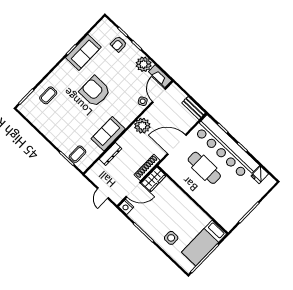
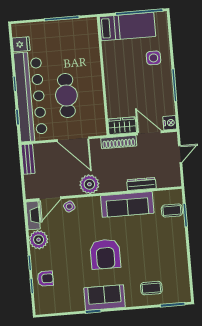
sofa: (83, 52) -> (105, 298), moved
sofa: (108, 134) -> (127, 204), width x1.36

